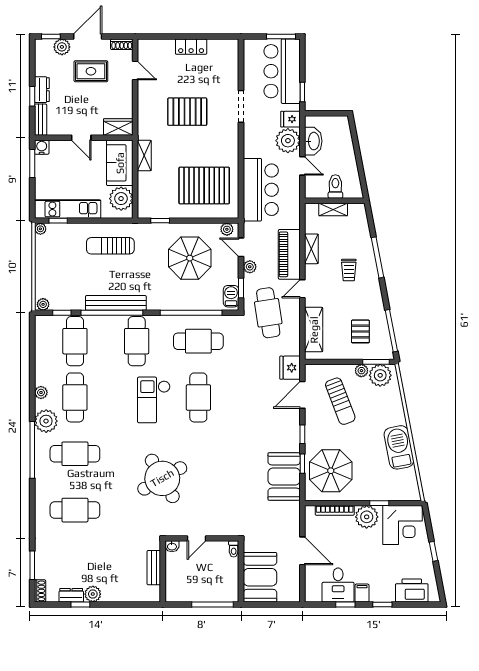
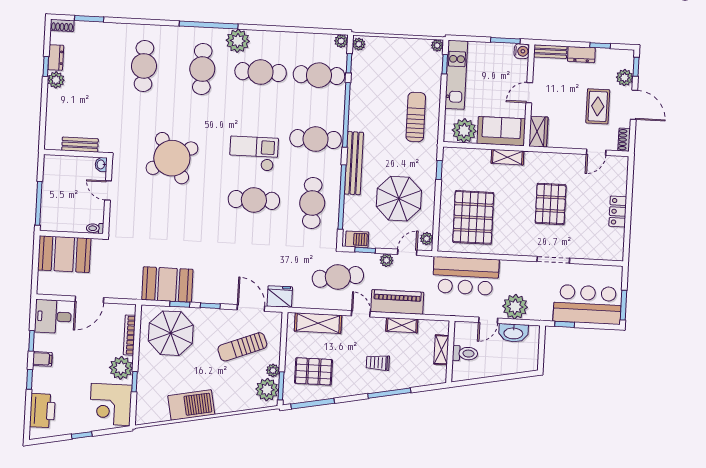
window: (32, 96) -> (600, 46), moved
fridge: (290, 119) -> (537, 310), removed
bench: (116, 303) -> (354, 163), moved
pallet: (360, 331) -> (313, 371), width x1.50, depth x1.42
plant: (41, 393) -> (341, 41), moved
desk: (338, 585) -> (53, 316), moved

